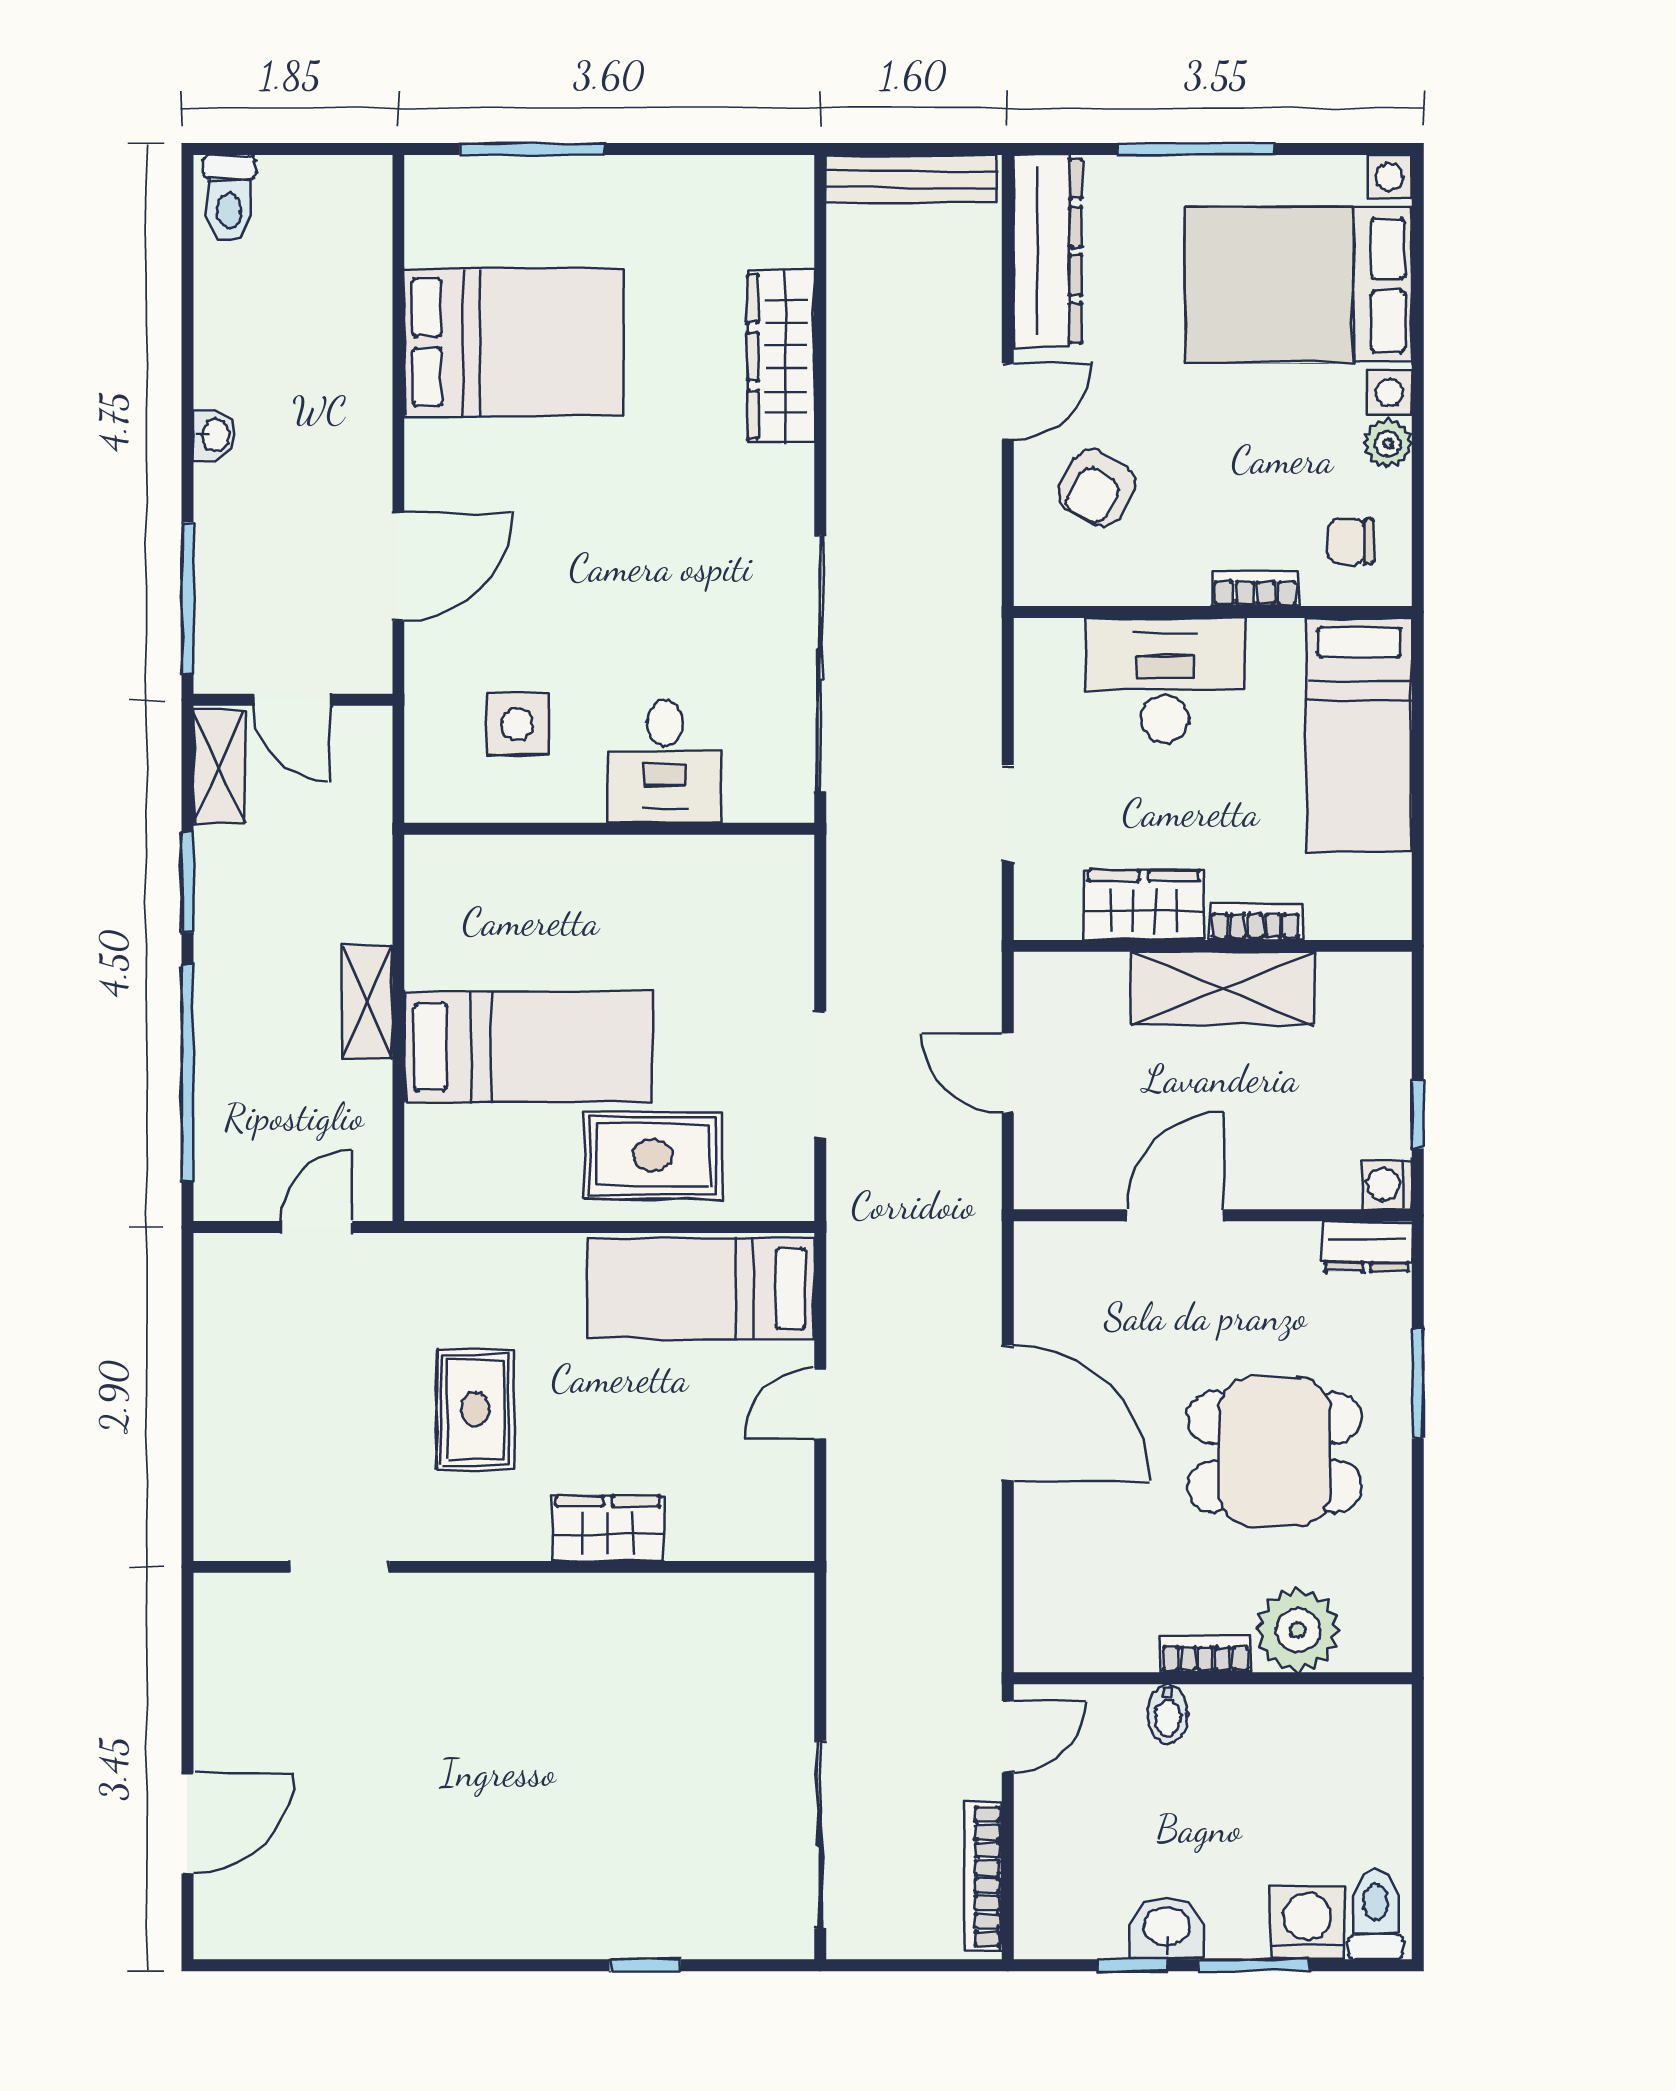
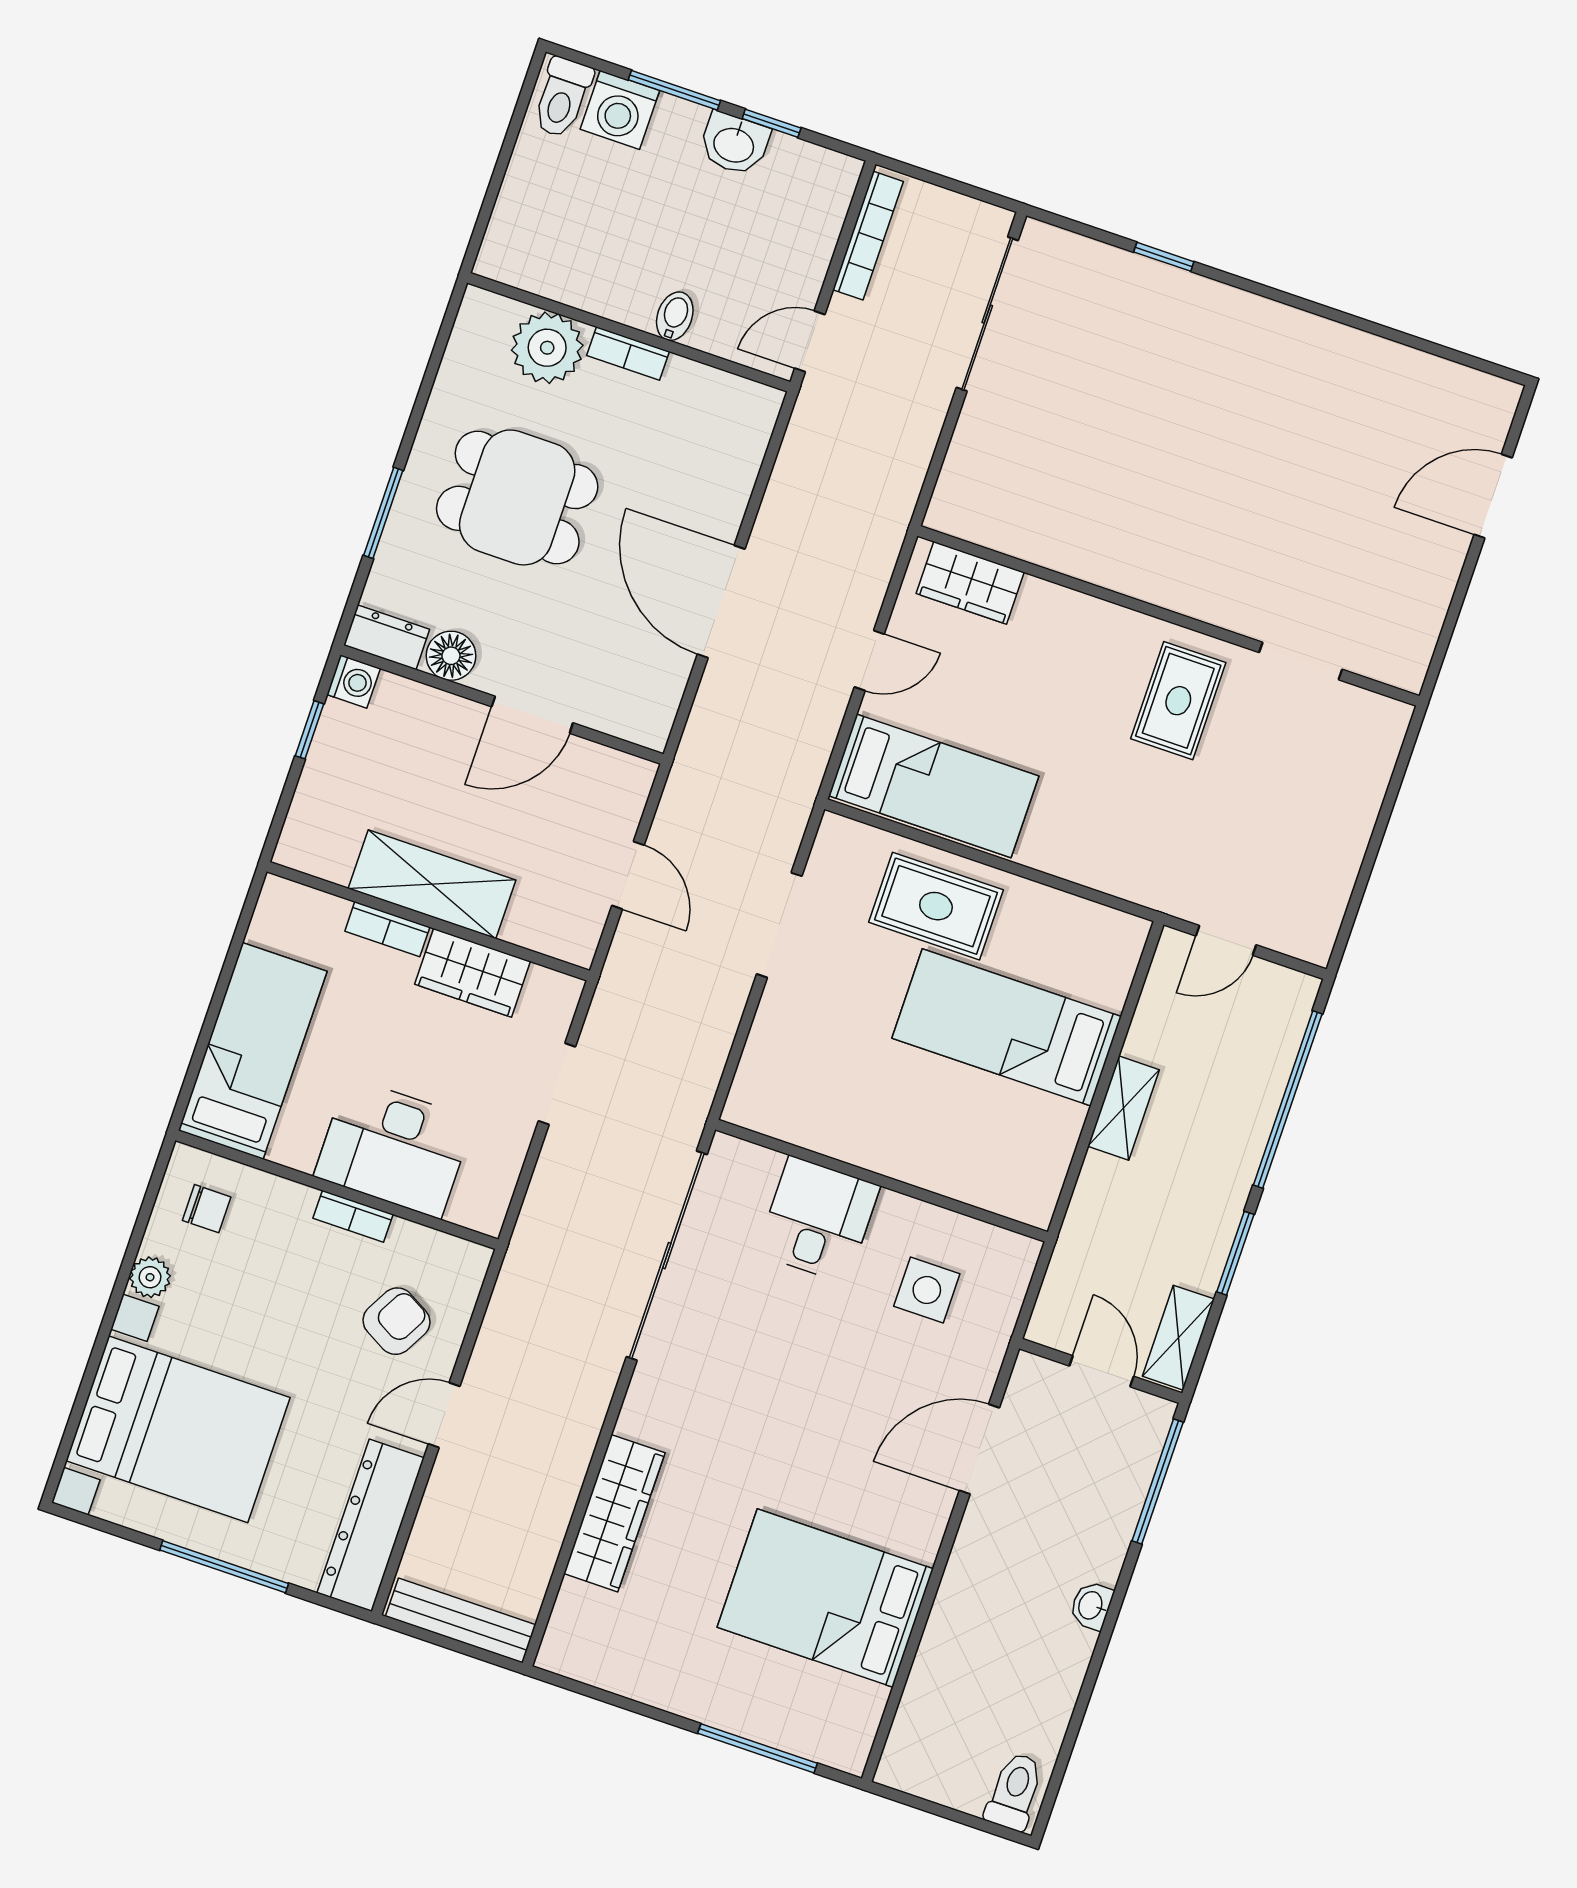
bookcase: (1255, 589) -> (353, 1216), moved
floor lamp: (1288, 1250) -> (451, 656), added
rug: (475, 1410) -> (1178, 701), moved
wardrobe: (608, 1528) -> (970, 583), moved

